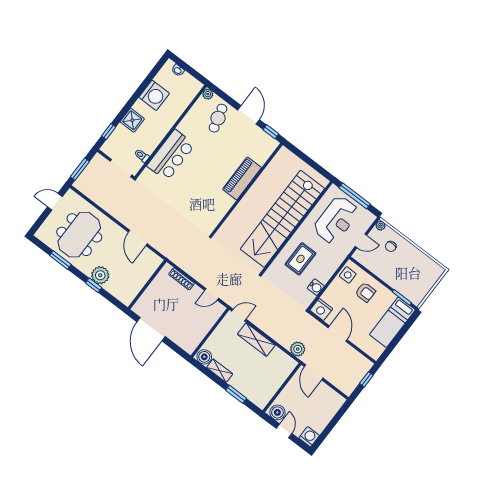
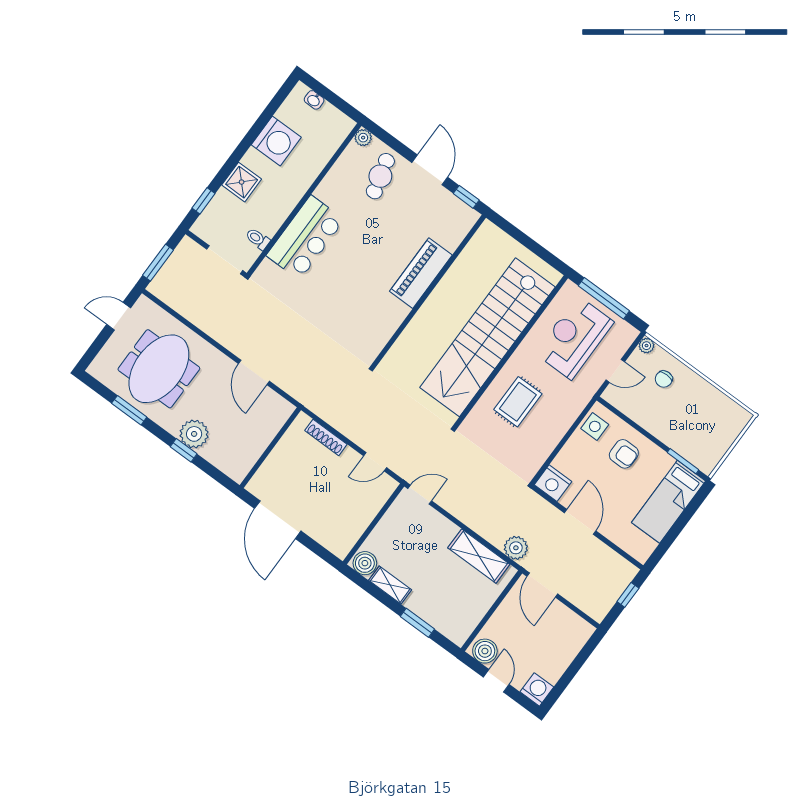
reception desk: (336, 220) -> (574, 338), turned 180
water cooler: (316, 287) -> (543, 447), removed
shelving: (256, 340) -> (479, 556), moved

